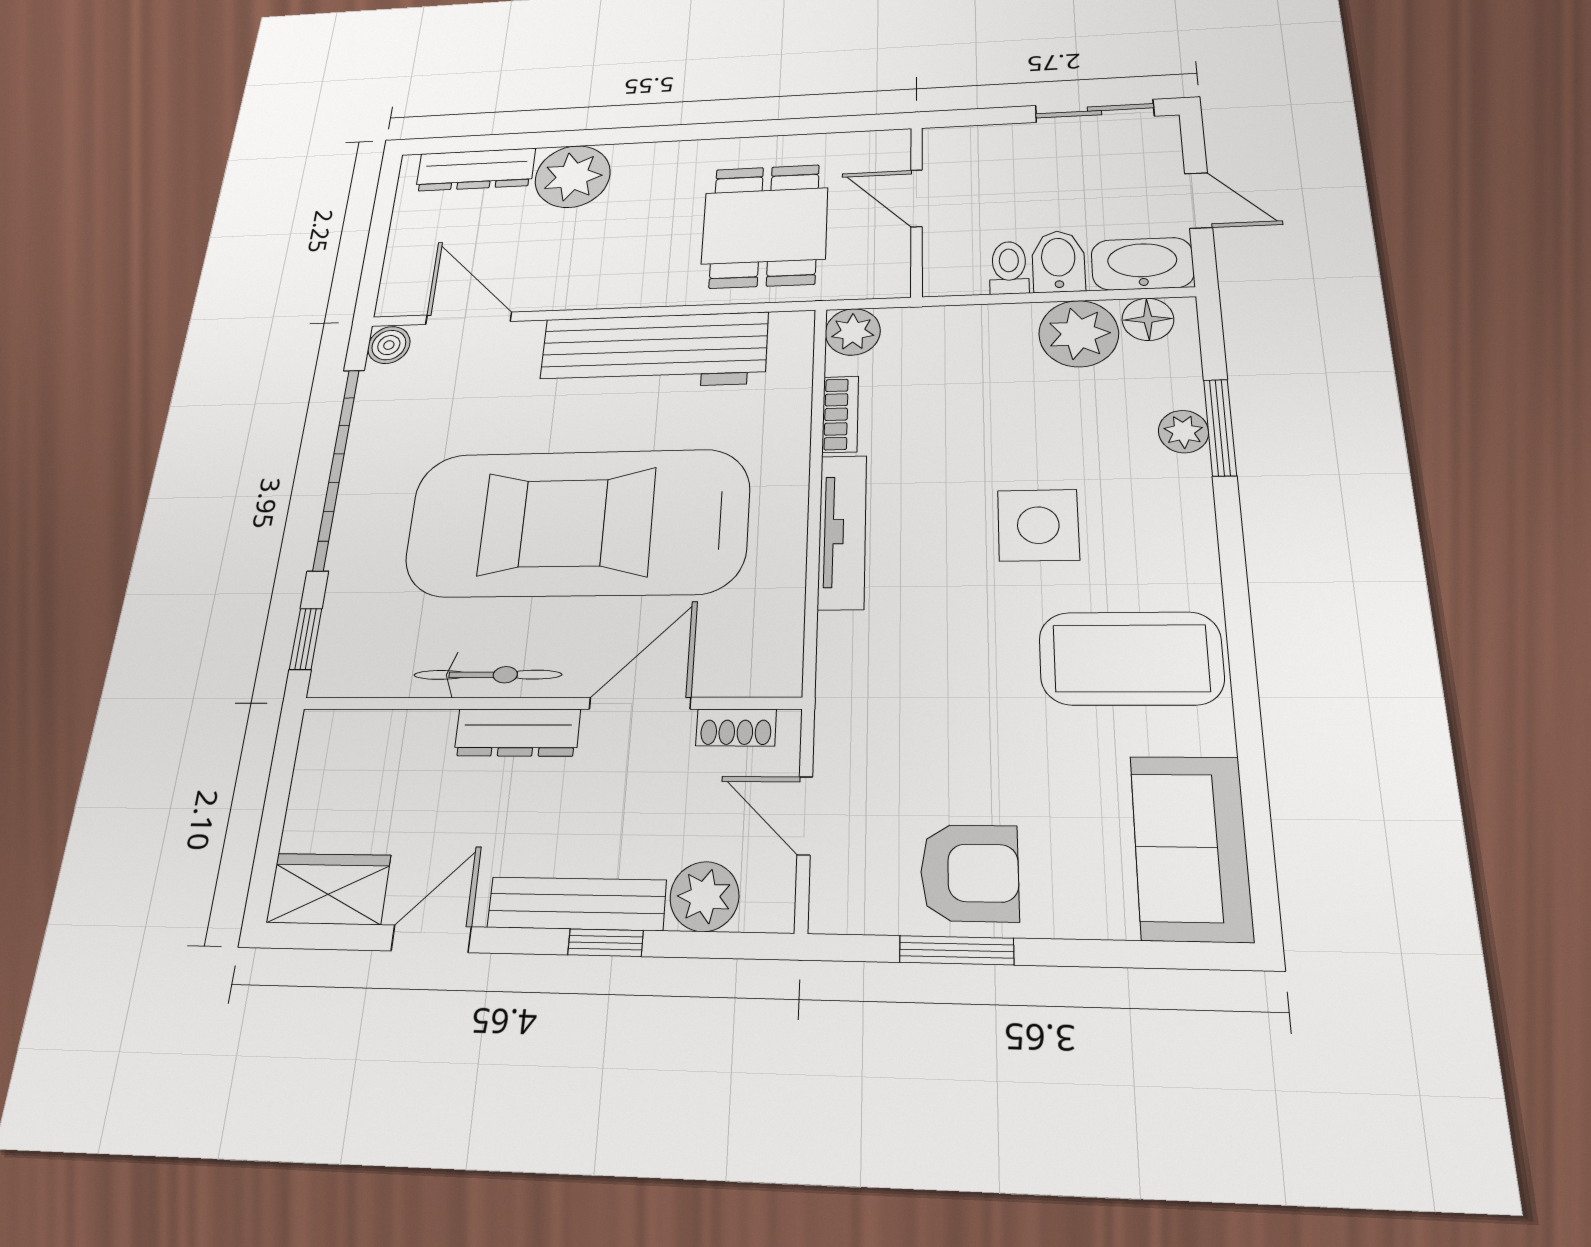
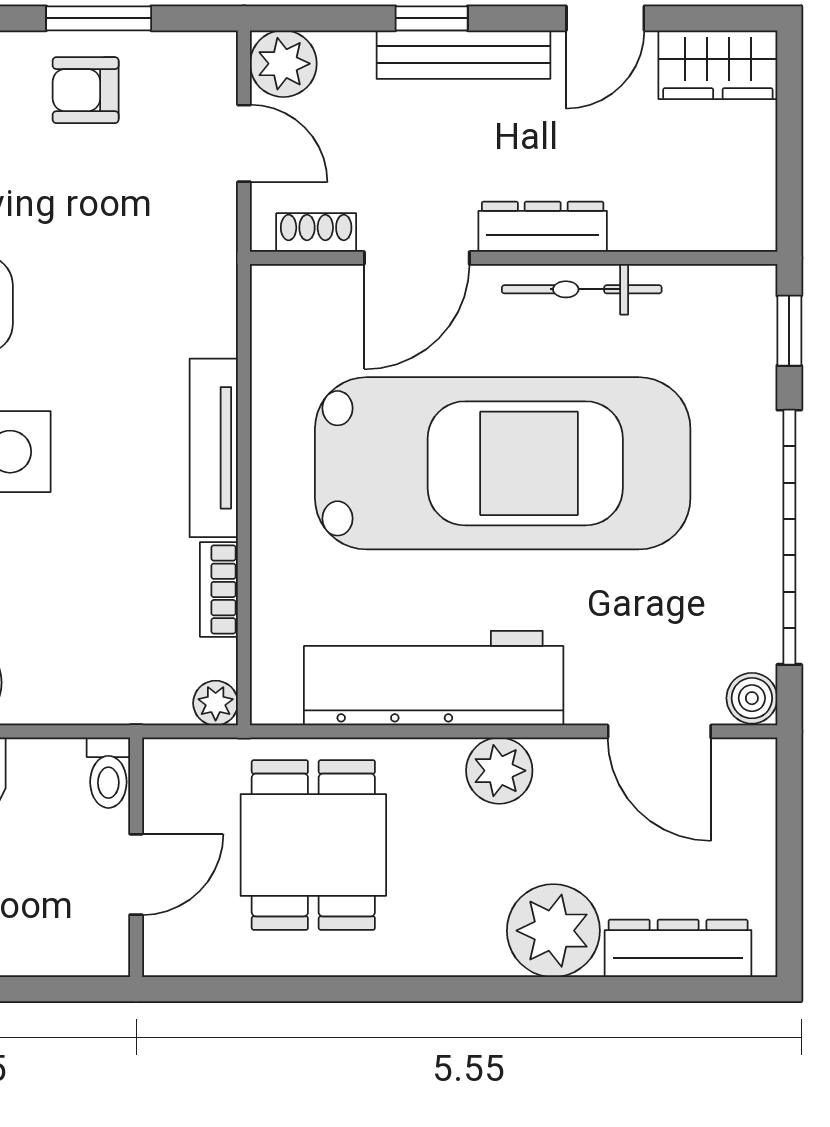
door: (917, 198) -> (136, 874), hinge flipped
toilet: (1009, 268) -> (108, 773), moved
plant: (605, 285) -> (499, 771), added
plant: (853, 332) -> (216, 703), width x0.73, depth x0.73
armchair: (970, 873) -> (86, 90), width x0.72, depth x0.72
plant: (704, 896) -> (283, 64), moved

